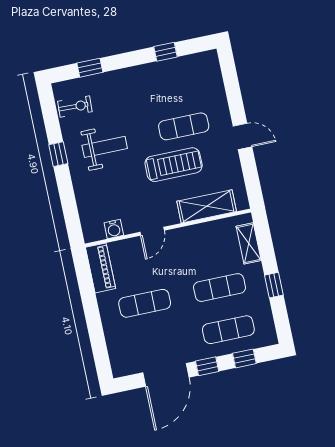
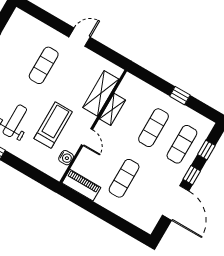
treadmill: (174, 165) -> (53, 125), moved
shelving: (249, 243) -> (112, 109), moved, turned 90

